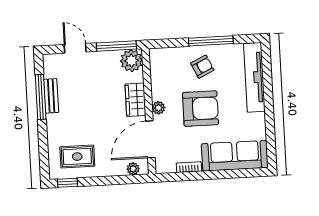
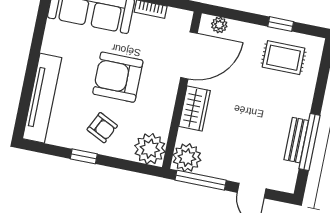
window: (211, 41) -> (84, 156), width x0.46
armchair: (202, 67) -> (102, 128), turned -129
plant: (158, 108) -> (150, 149), moved, width x1.88, depth x1.88
window: (67, 183) -> (281, 24), moved

